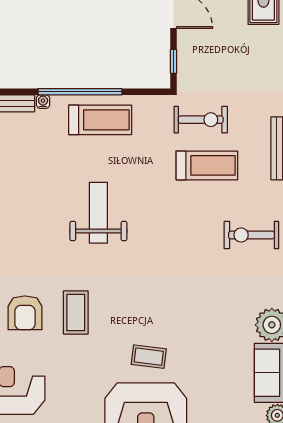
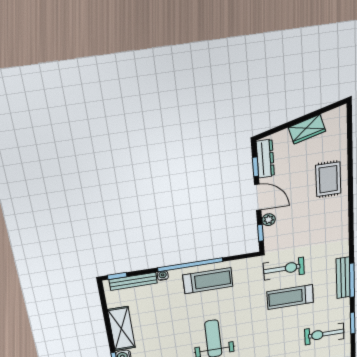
plant: (185, 44) -> (269, 220), added
treadmill: (207, 165) -> (290, 297), turned 180

